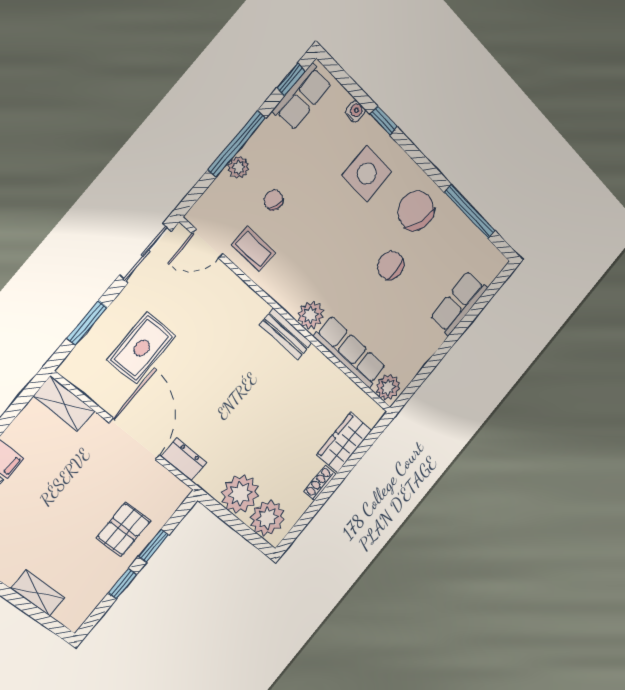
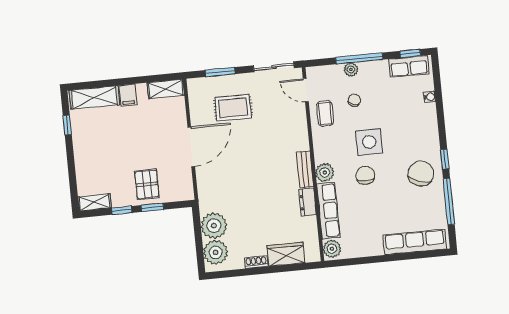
window: (384, 121) -> (445, 159), moved
side table: (367, 173) -> (369, 142), moved
chair: (391, 265) -> (365, 175), moved
row of seats: (459, 303) -> (415, 242), width x1.48
shelving: (64, 404) -> (166, 89), moved, turned 90
dresser: (184, 460) -> (307, 202), moved, turned 180
pallet: (124, 529) -> (147, 184), turned 90
shelving: (38, 593) -> (94, 202), moved, turned 90

